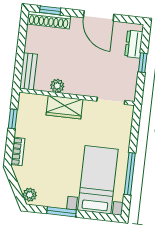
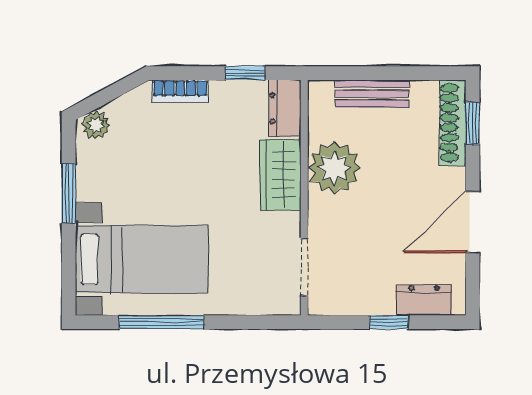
bench: (28, 71) -> (372, 94), moved
plant: (57, 86) -> (334, 168), width x1.87, depth x1.87
dresser: (32, 101) -> (285, 108), added

